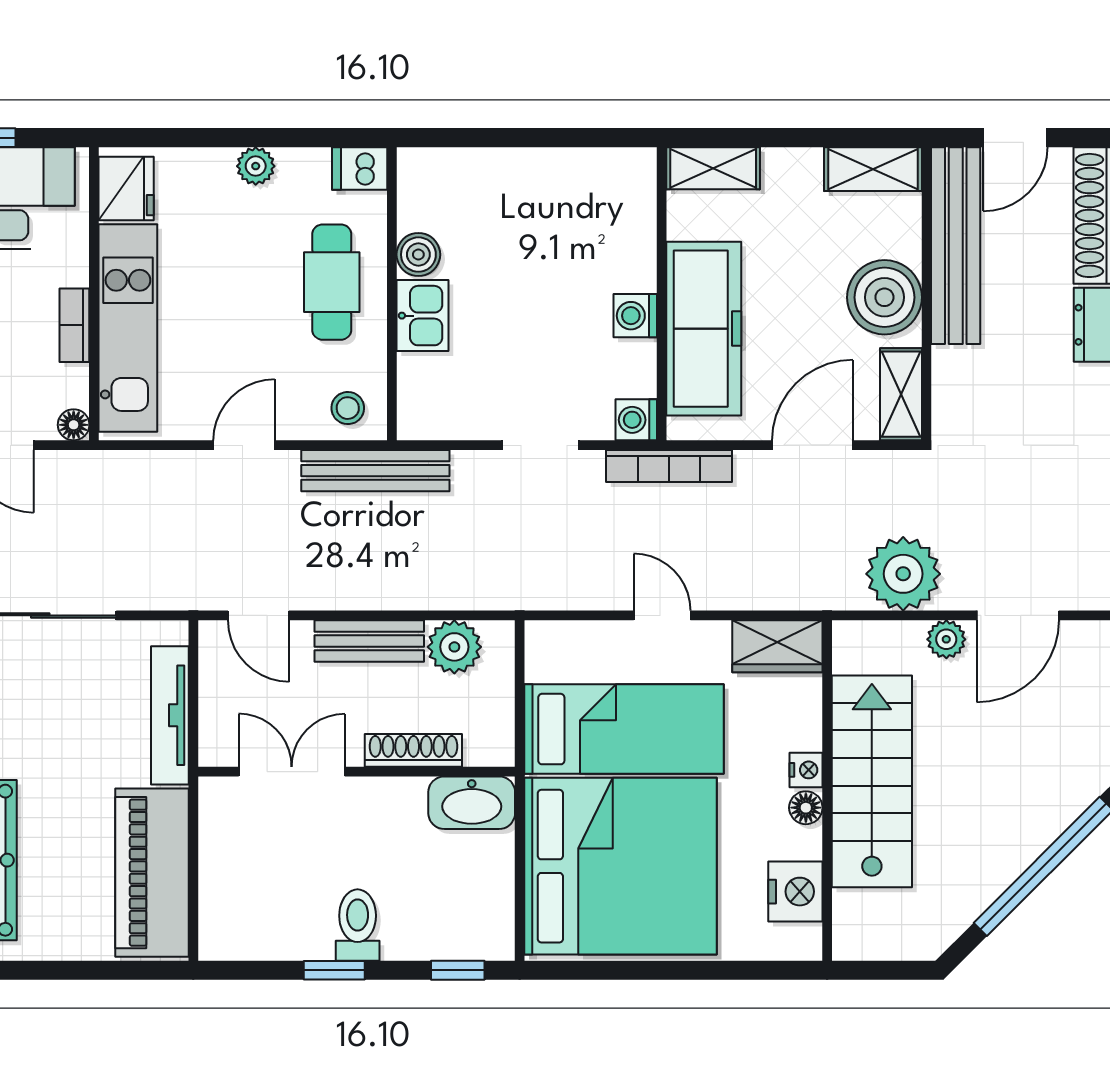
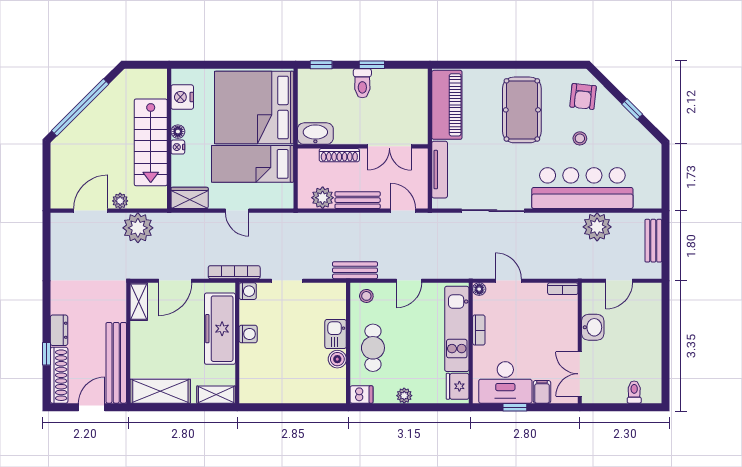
shelving: (873, 169) -> (160, 391), width x1.50, depth x1.33
boiler: (884, 297) -> (146, 342), removed
bench: (375, 471) -> (355, 270), width x0.73

